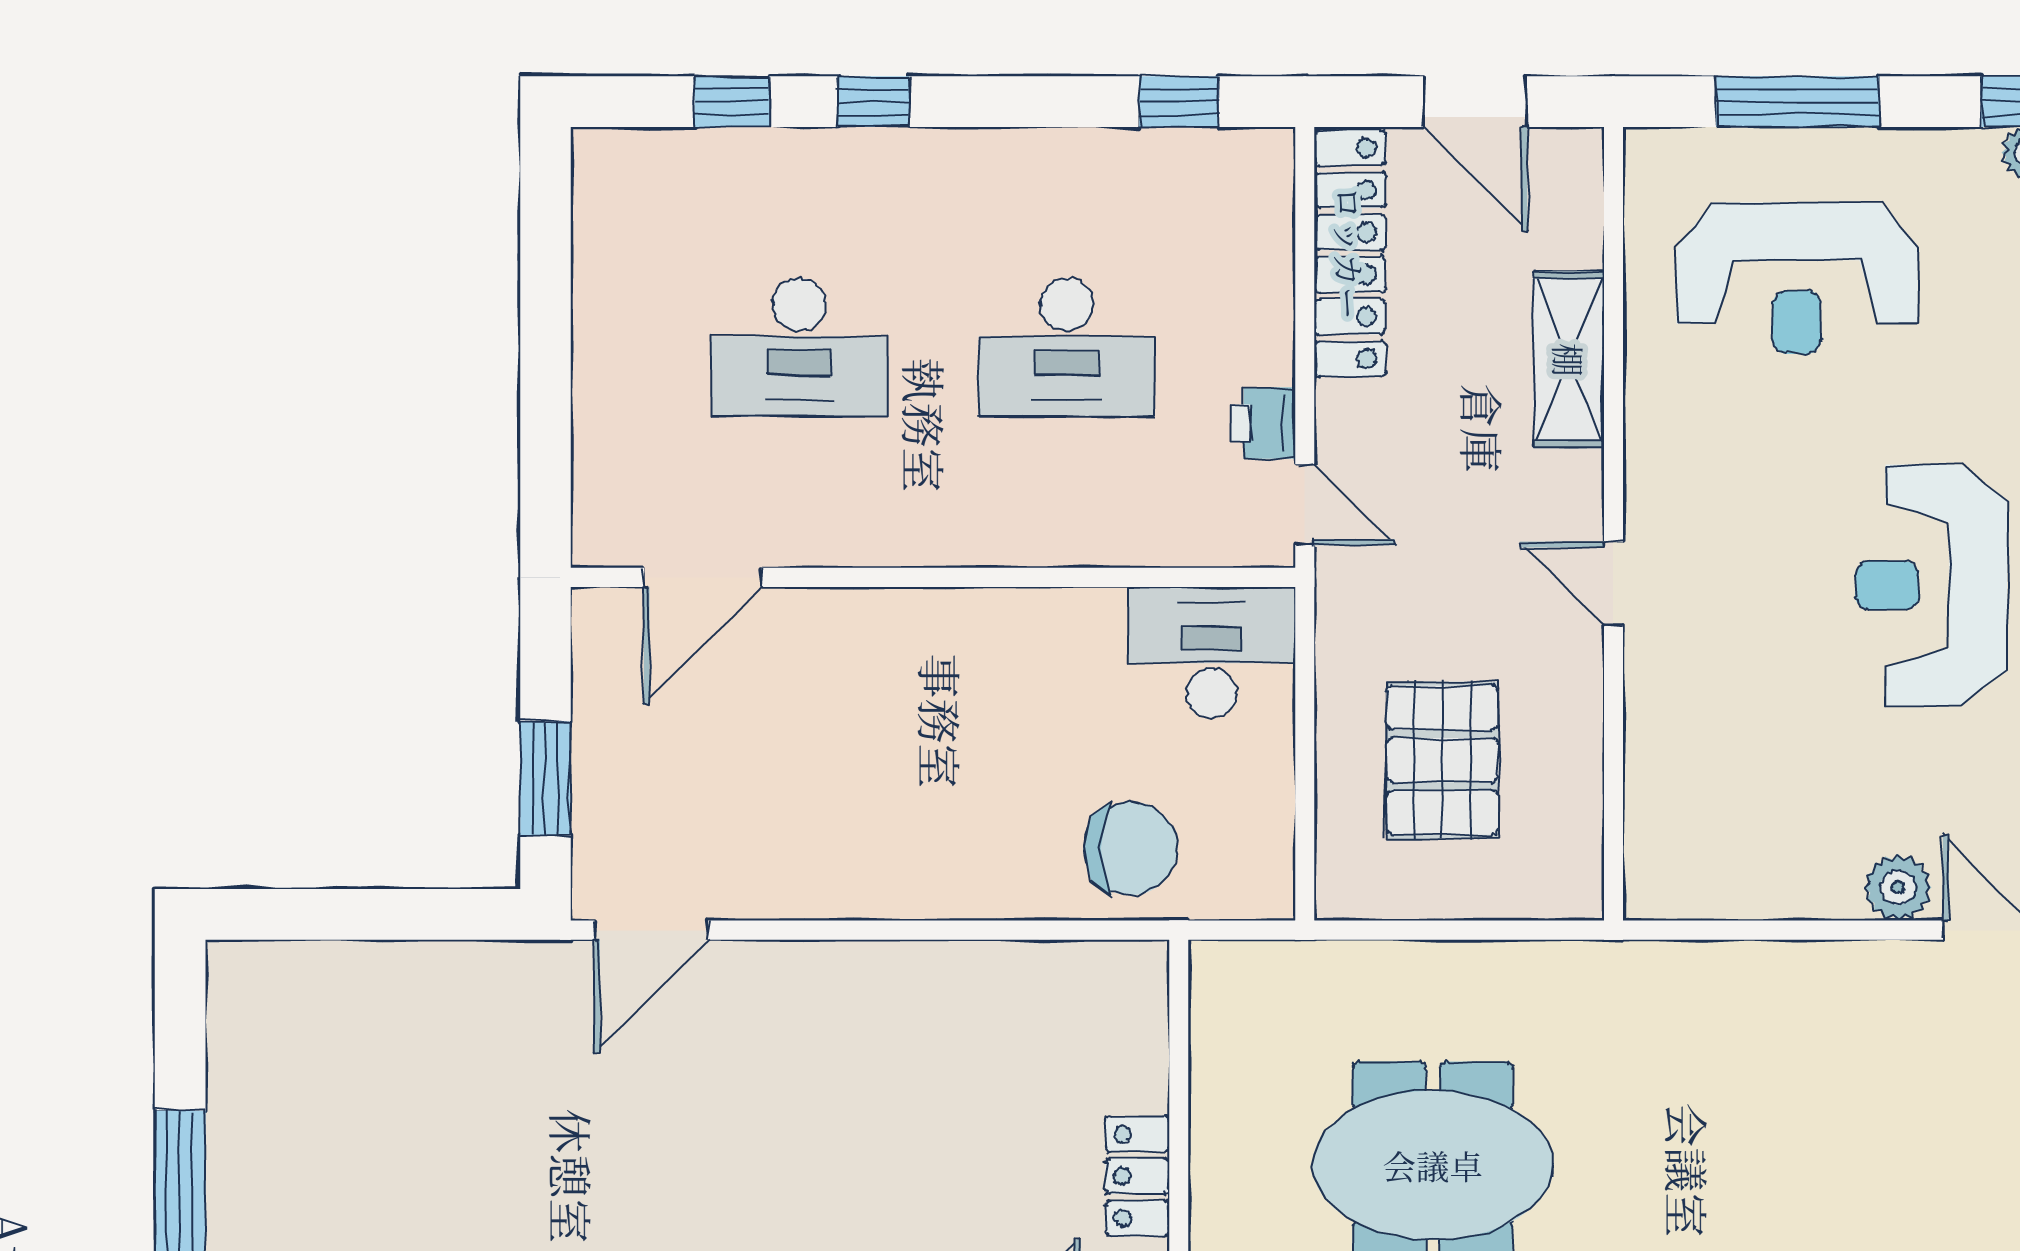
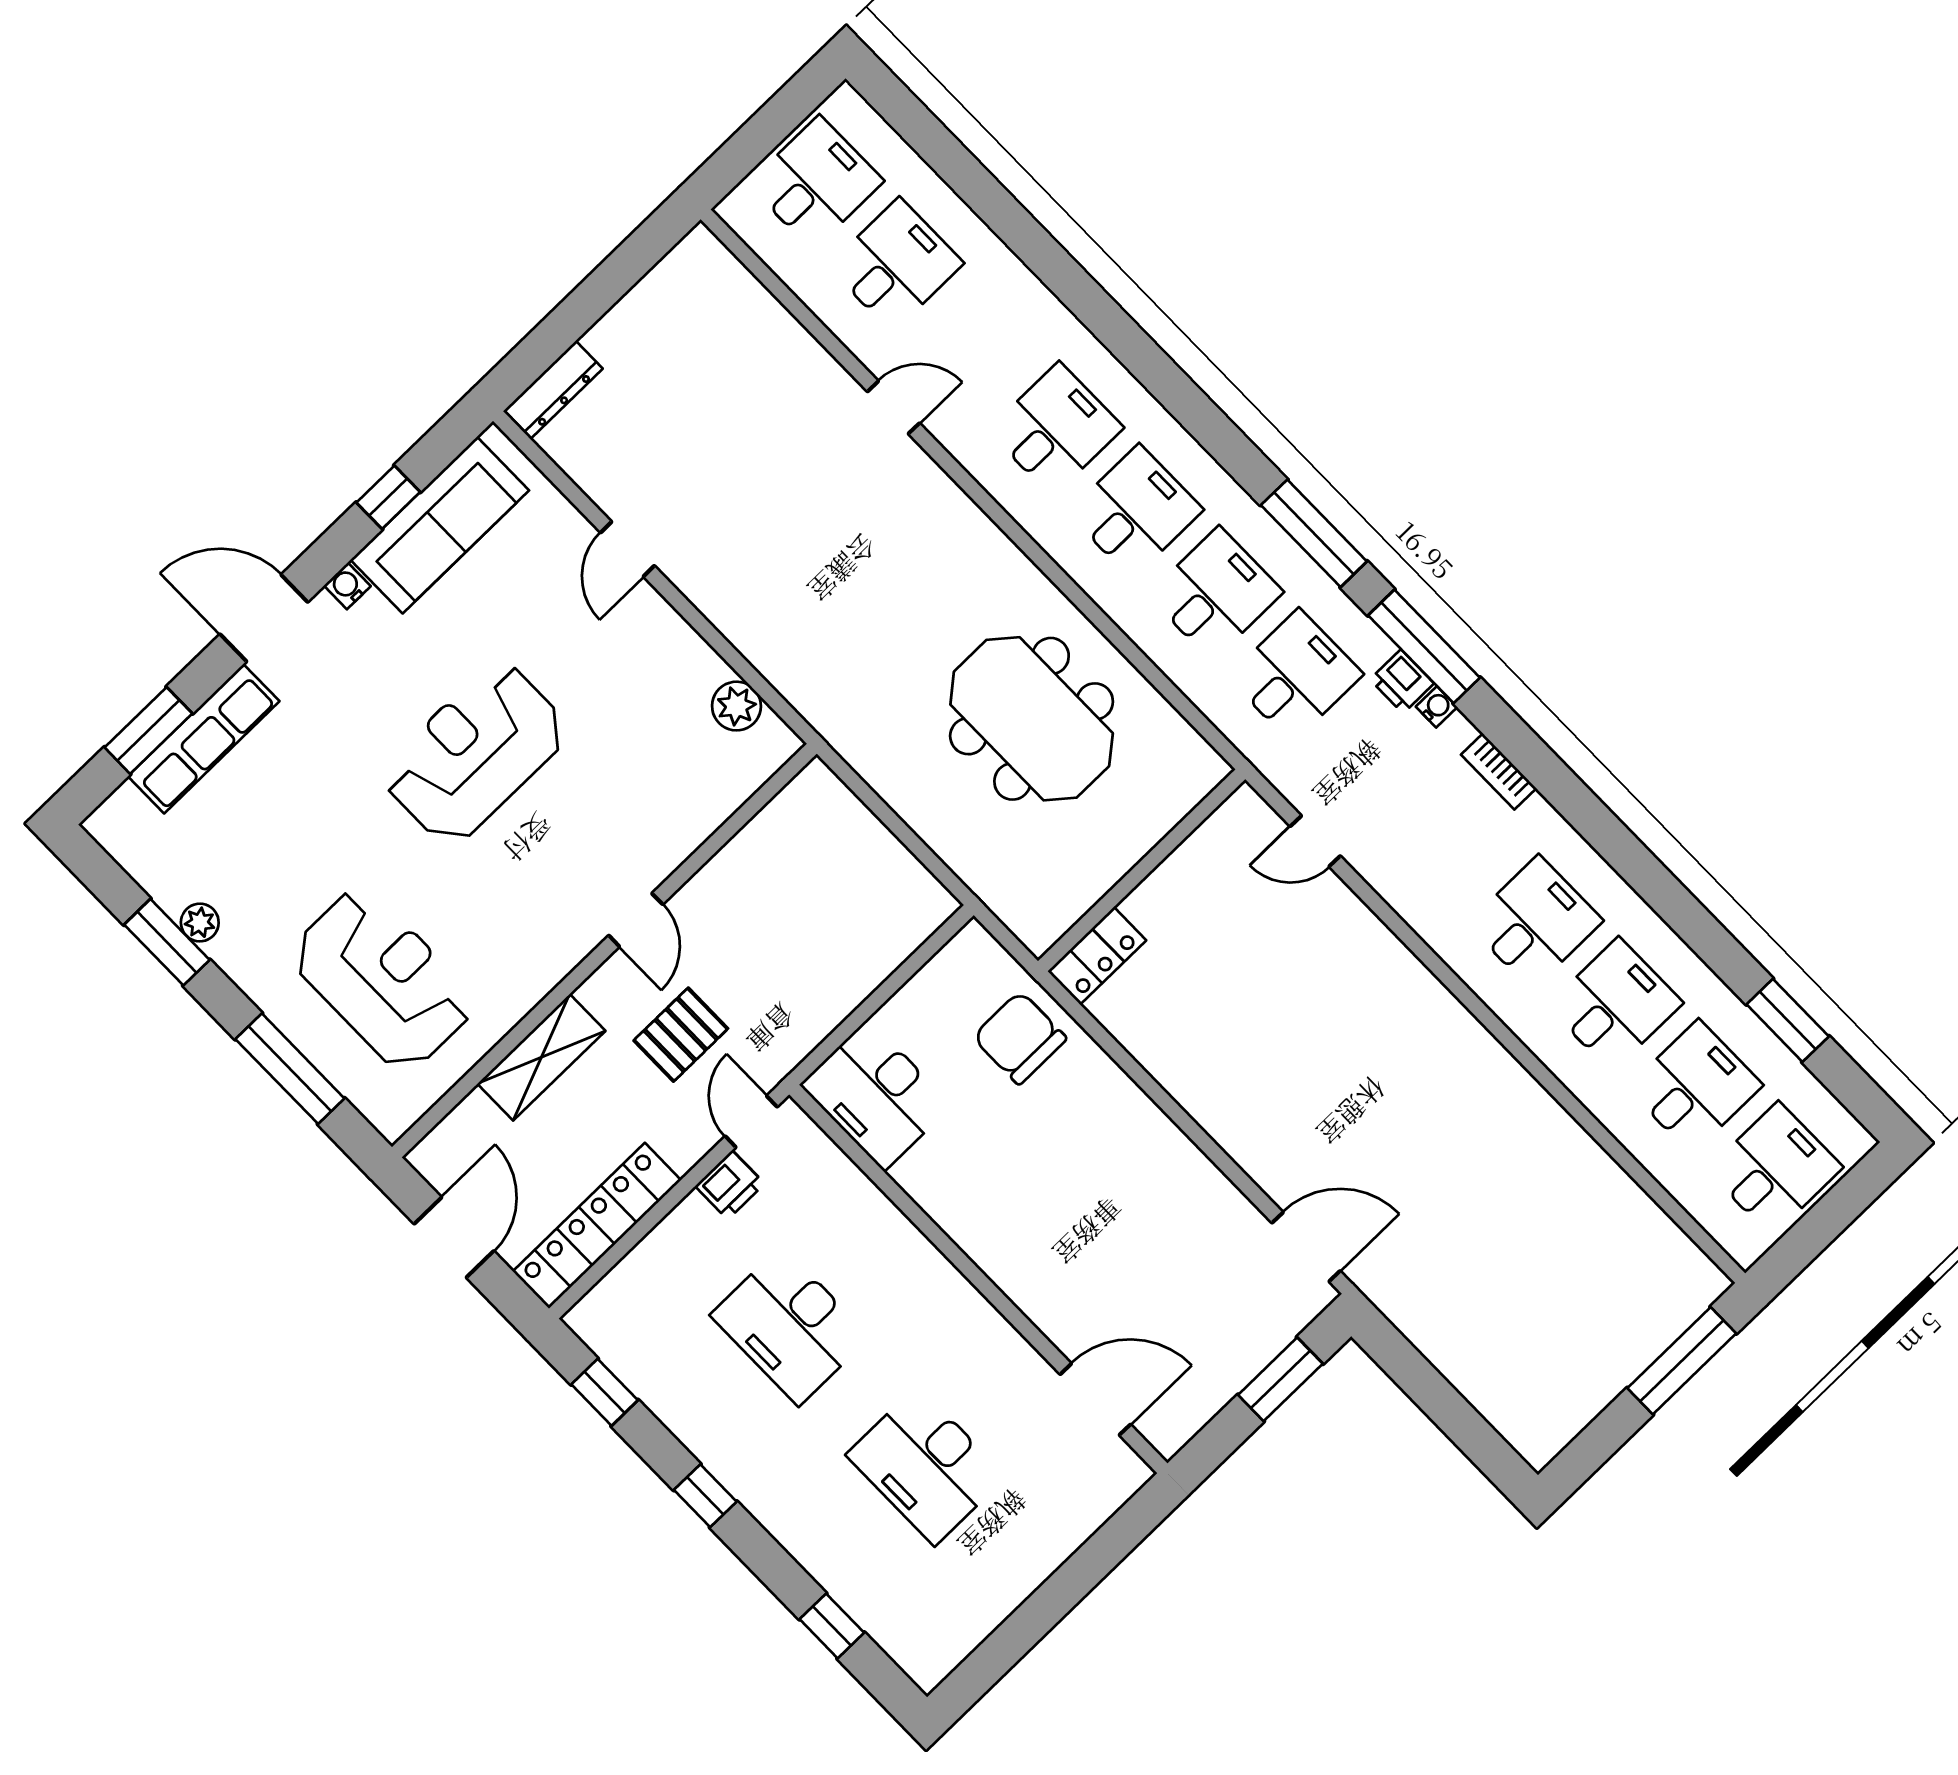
window: (874, 102) -> (705, 1496), moved
desk: (799, 347) -> (926, 1466), turned 180
desk: (1067, 347) -> (790, 1326), turned 180
reception desk: (1931, 585) -> (475, 753), turned 180
pallet: (1442, 760) -> (681, 1035), moved, width x0.67, depth x0.71
plant: (1898, 887) -> (736, 706), moved
locker: (1137, 1176) -> (1097, 956), moved

